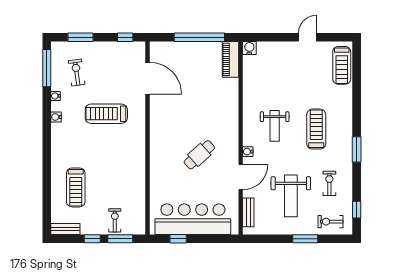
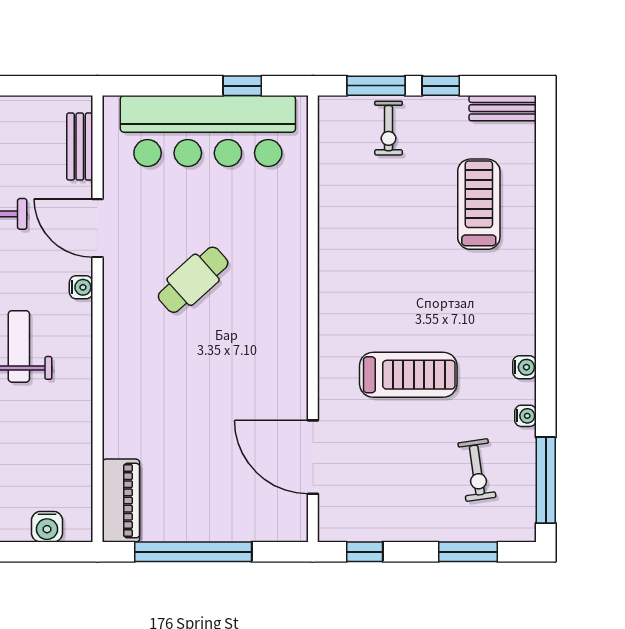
water cooler: (249, 48) -> (47, 527), moved
door: (241, 177) -> (97, 228), hinge flipped

